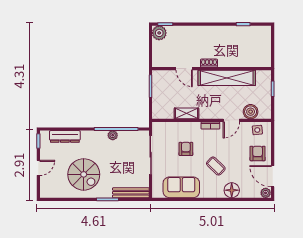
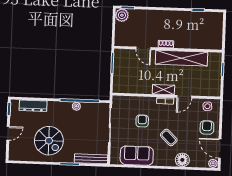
boiler: (251, 112) -> (202, 89), removed
shelving: (186, 113) -> (163, 90), moved

